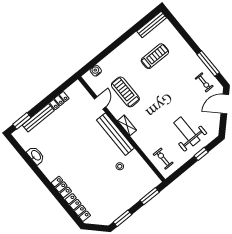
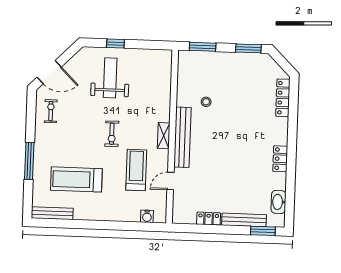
treadmill: (155, 56) -> (76, 179), width x1.37, depth x1.38
window: (208, 64) -> (29, 161), moved
treadmill: (125, 92) -> (136, 170), turned 180
weight bench: (187, 131) -> (110, 78), turned 180
washbasin: (36, 155) -> (279, 202), moved
exercise bike: (163, 159) -> (112, 134), moved
locker: (61, 187) -> (280, 159), moved

